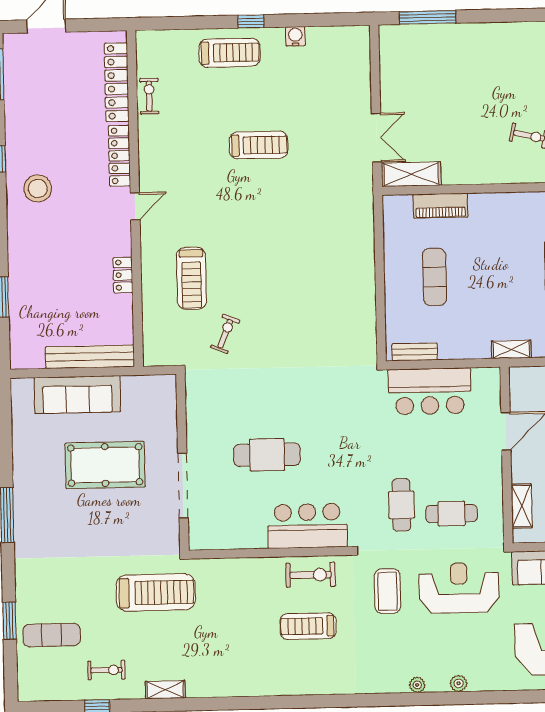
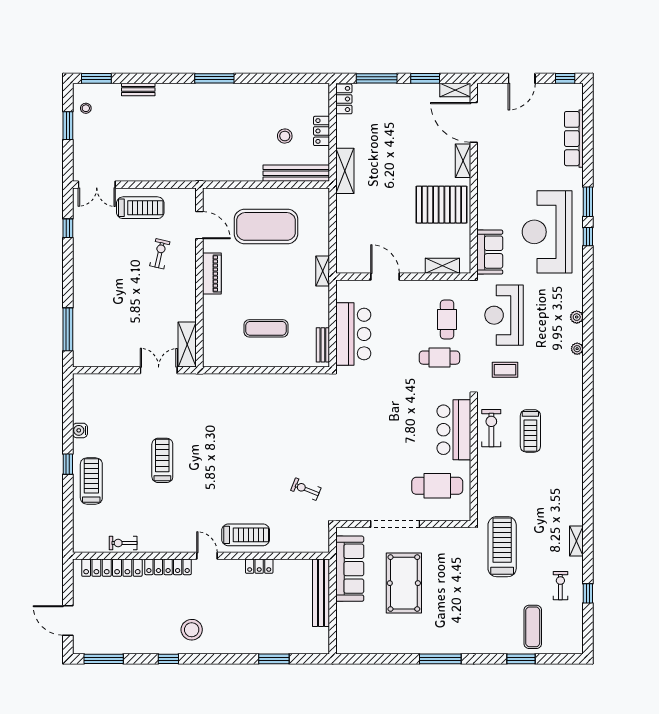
piano: (441, 206) -> (212, 274), moved
treadmill: (191, 278) -> (246, 535), moved
sofa: (77, 395) -> (350, 569), moved
cafe table: (267, 455) -> (437, 486), moved, turned 90
doorway: (183, 486) -> (395, 524), moved
coffee table: (387, 591) -> (505, 370), width x0.73, depth x0.77

